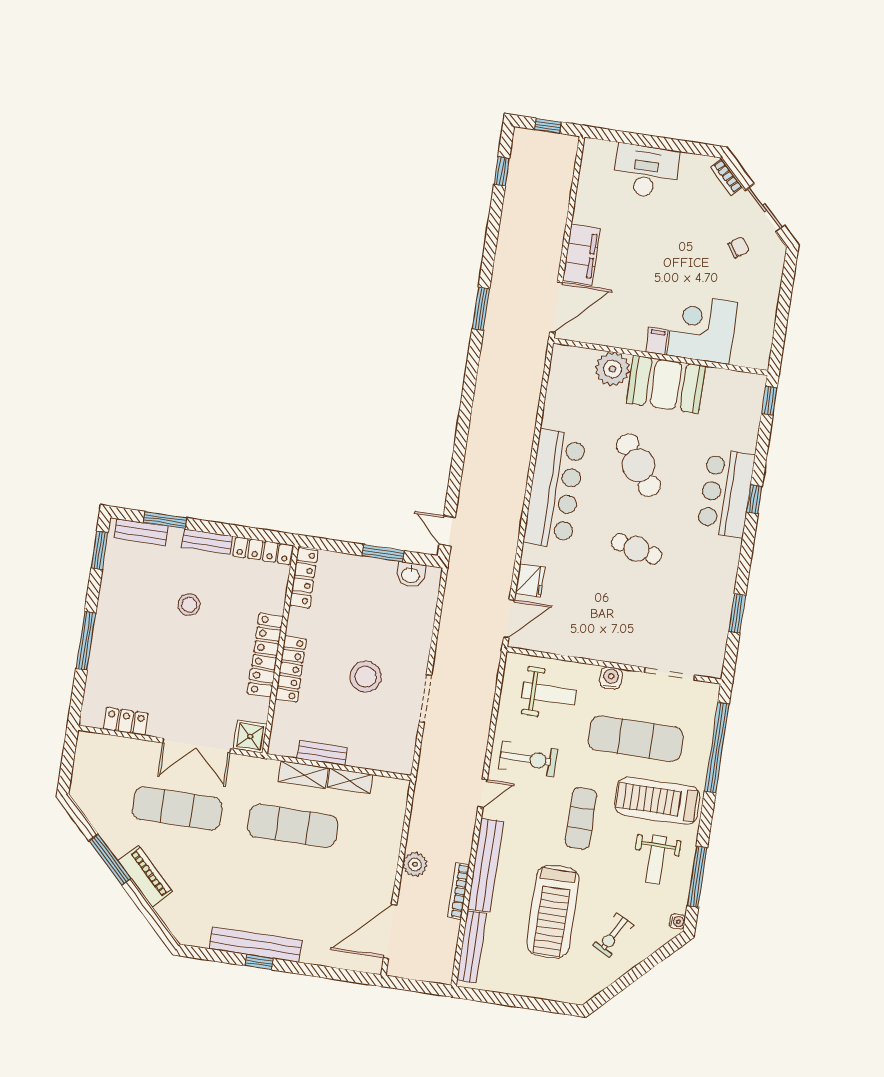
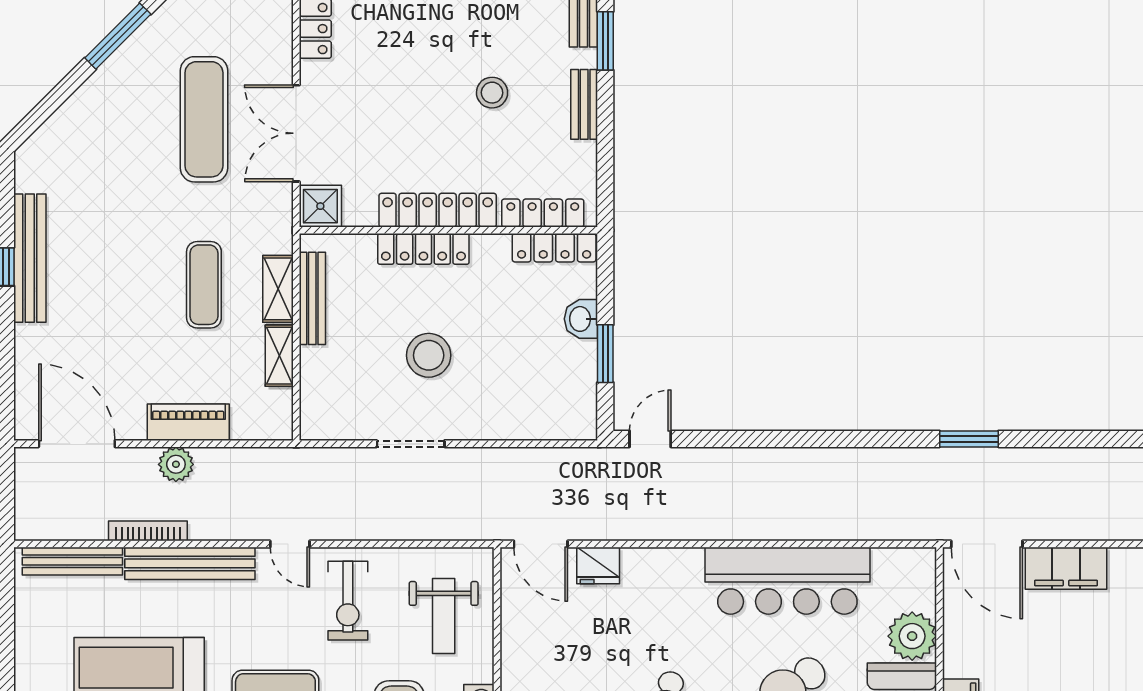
bar counter: (555, 489) -> (787, 581), moved
locker: (263, 551) -> (543, 213), moved, turned 90
washbasin: (411, 575) -> (581, 319), moved
bench: (322, 753) -> (312, 298), width x1.36
exercise mat: (293, 826) -> (204, 285), width x0.73, depth x0.69
piano: (145, 876) -> (188, 422), moved, turned -135

